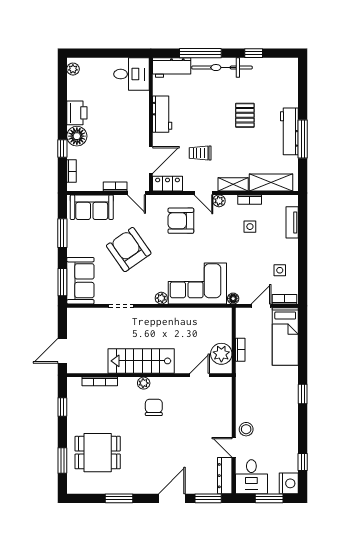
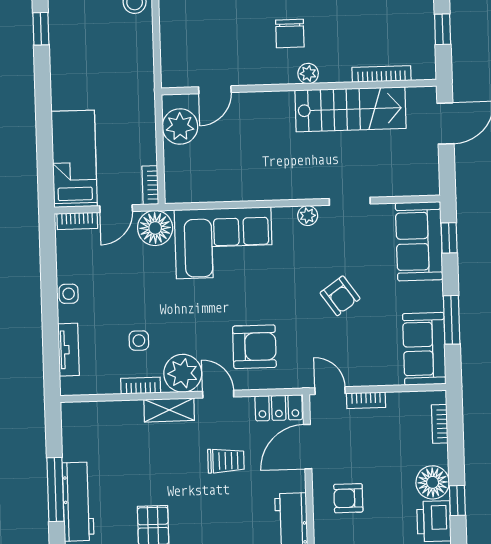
armchair: (128, 128) -> (348, 498), added
window: (62, 149) -> (457, 500), moved
shelving: (271, 183) -> (106, 415), removed
plant: (219, 201) -> (183, 373), width x1.87, depth x1.87
sofa: (92, 207) -> (424, 349), moved, turned -90
armchair: (129, 250) -> (340, 296), width x0.53, depth x0.53
side table: (280, 270) -> (69, 294), moved
window: (62, 282) -> (449, 238), width x0.67
plant: (161, 298) -> (308, 216), moved
floor lamp: (233, 299) -> (155, 228), width x1.89, depth x1.89
bookcase: (240, 350) -> (150, 185), moved
stairs: (141, 361) -> (350, 109), moved
window: (303, 394) -> (41, 29), moved

